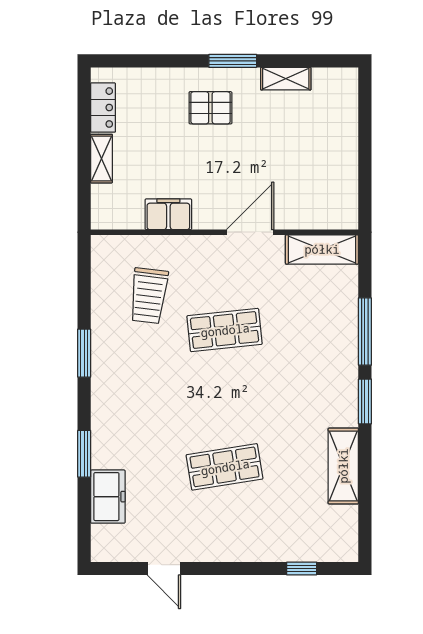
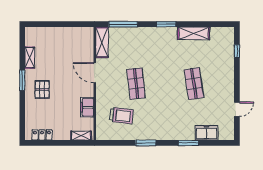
shelving: (101, 159) -> (81, 136), moved
window: (365, 332) -> (123, 24), moved

